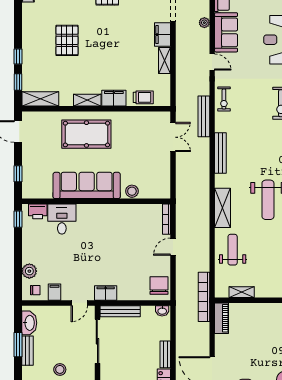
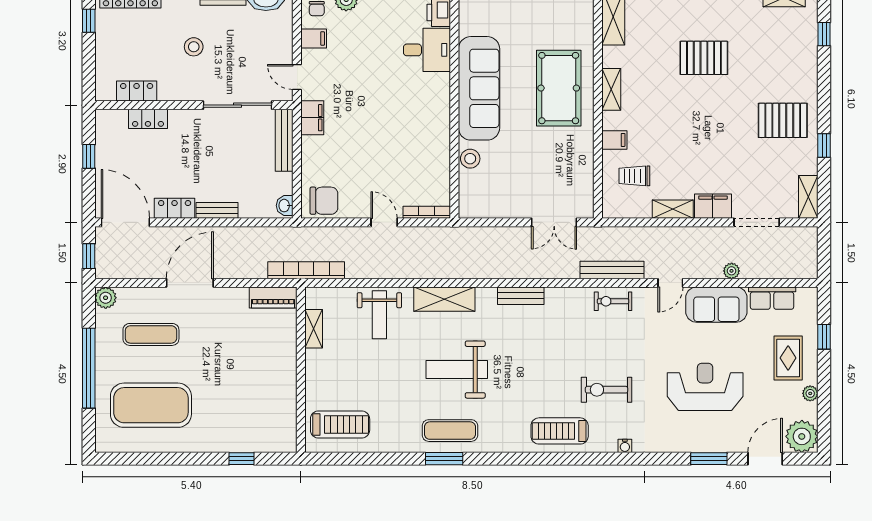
trolley: (143, 97) -> (634, 176), moved, turned 90
filing cabinet: (114, 98) -> (614, 140), width x0.50
bench: (204, 116) -> (612, 270), moved
bench: (220, 153) -> (521, 296), width x0.73
weight bench: (233, 250) -> (379, 315), turned 90

